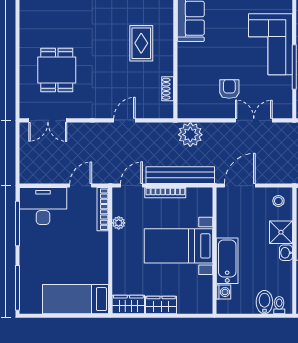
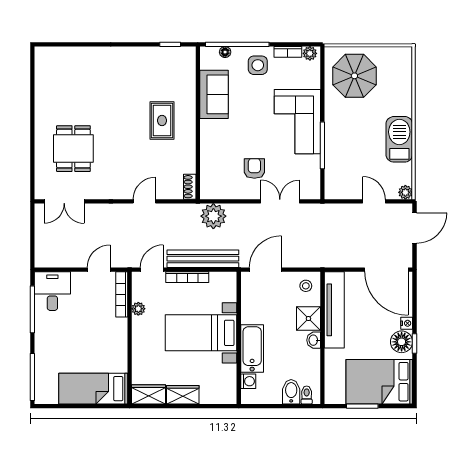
shoe rack: (168, 89) -> (190, 187), moved
desk: (43, 206) -> (52, 291), width x0.73

